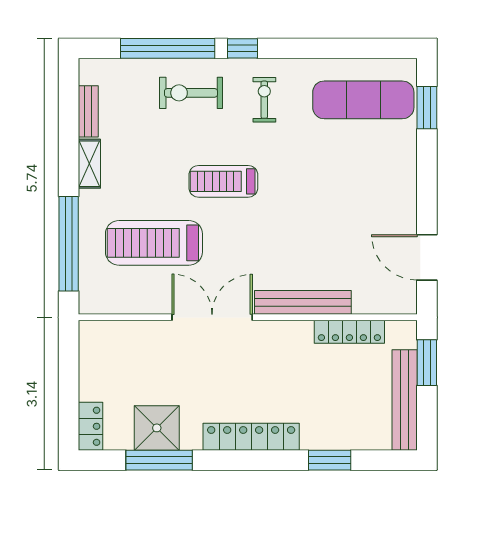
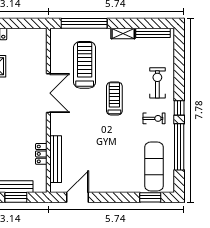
window: (168, 48) -> (179, 147), moved
bench: (88, 111) -> (153, 33), width x1.36
bench: (303, 302) -> (56, 159), moved
locker: (349, 332) -> (41, 154), width x0.66
window: (427, 363) -> (16, 197), moved

